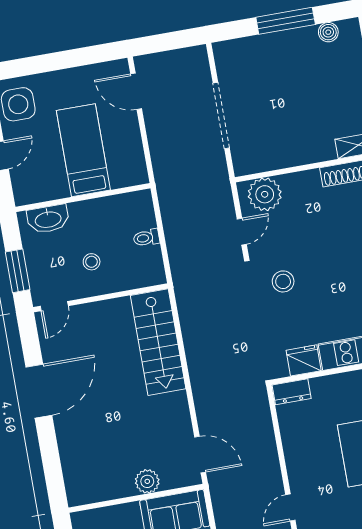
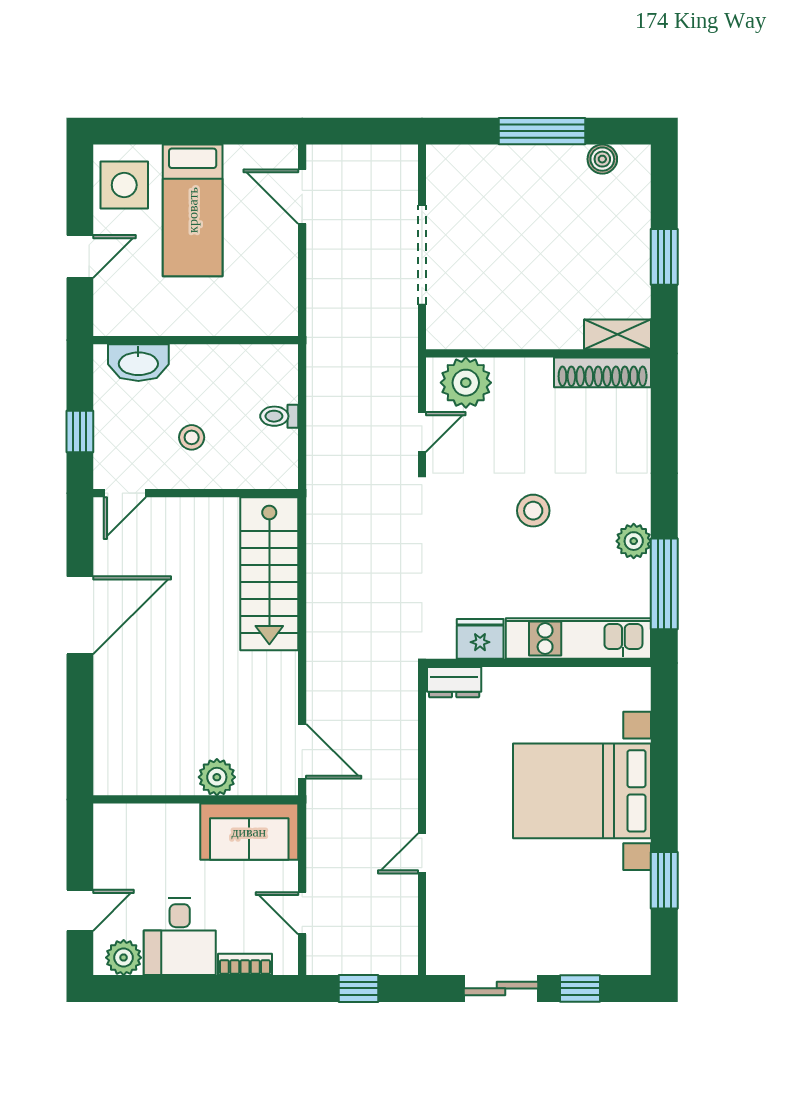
bed: (83, 150) -> (193, 210), moved, turned 180
window: (18, 271) -> (80, 432), width x0.67
stool: (283, 281) -> (533, 511), moved

